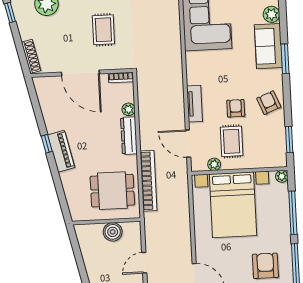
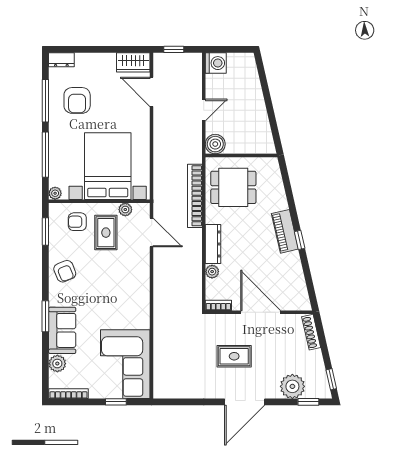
rug: (103, 30) -> (234, 356), turned 90
tv unit: (195, 104) -> (143, 274), removed
armchair: (236, 108) -> (77, 222), moved, turned 90
boiler: (113, 232) -> (215, 144), moved

